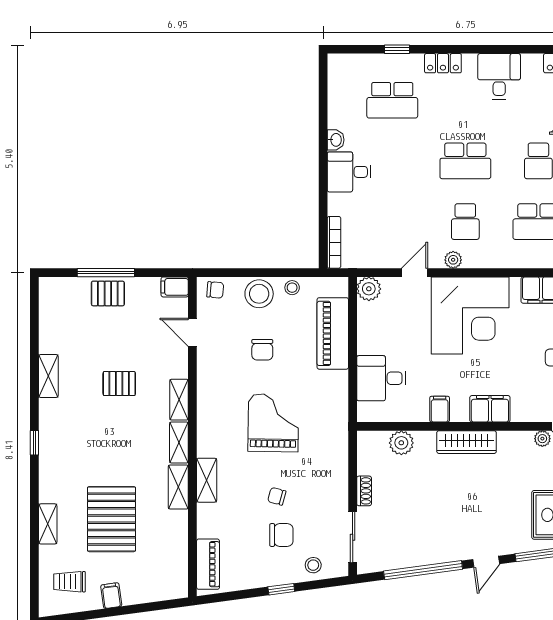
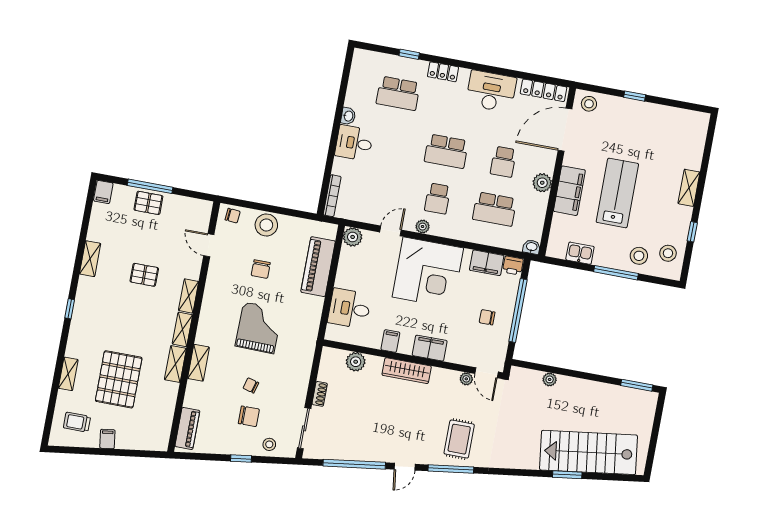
desk: (499, 76) -> (491, 91), width x1.37
filing cabinet: (175, 287) -> (103, 192), moved, turned -90
stool: (292, 288) -> (293, 225), removed

